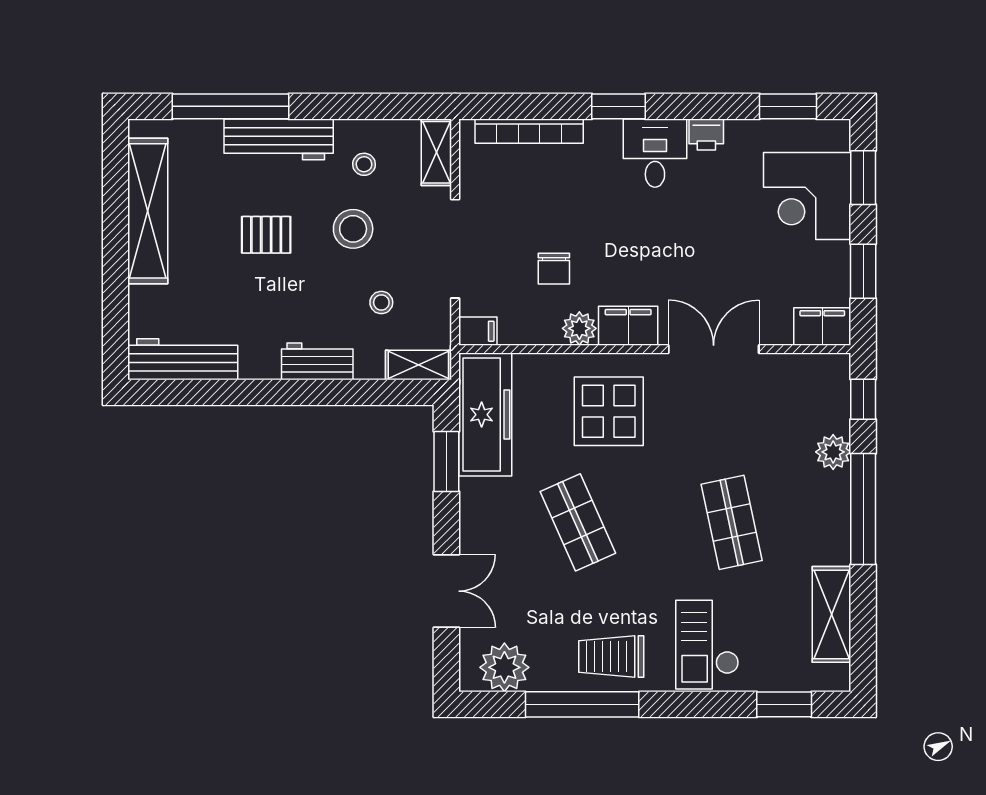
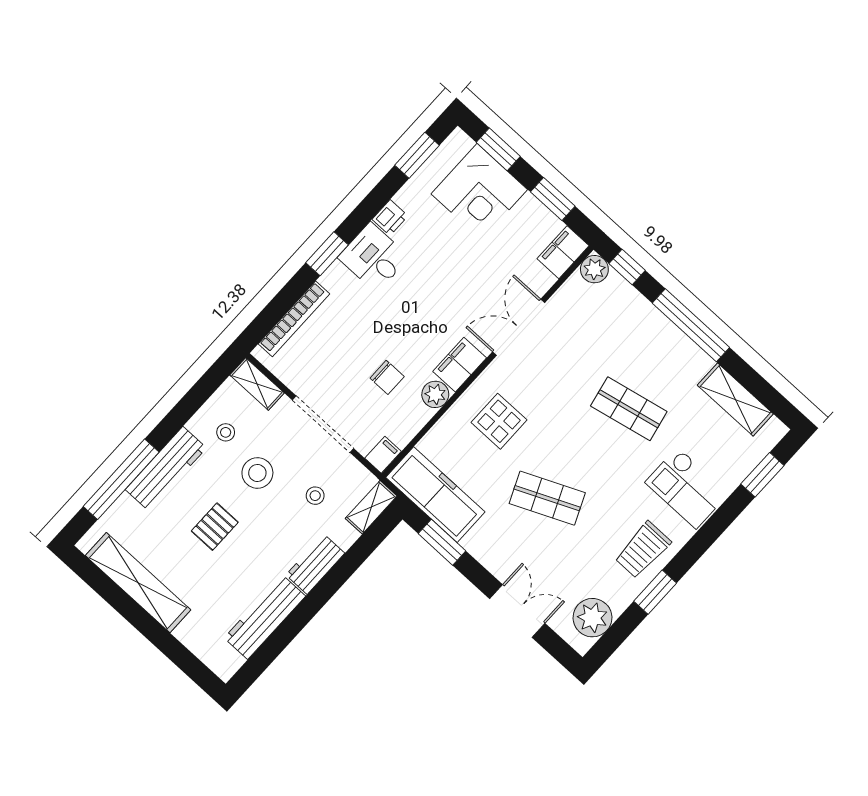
workbench: (183, 359) -> (265, 617), moved
display table: (609, 411) -> (499, 421), width x0.73, depth x0.73
plant: (833, 452) -> (594, 269), moved
window: (582, 704) -> (655, 592), width x0.47

